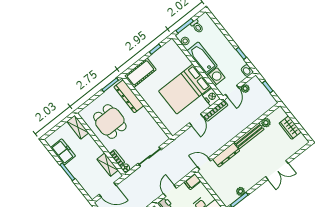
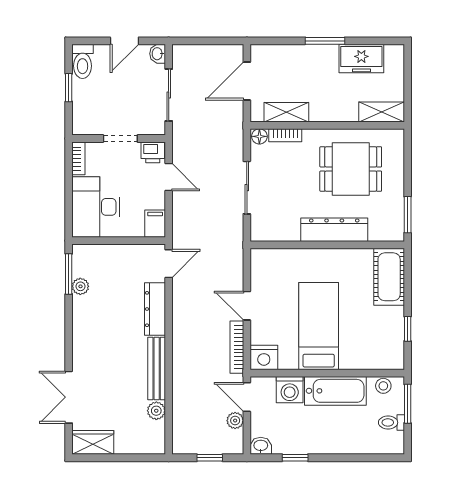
bed: (185, 89) -> (319, 326), width x0.67
dresser: (129, 96) -> (334, 230), moved
wardrobe: (290, 128) -> (93, 442), moved
double door: (277, 170) -> (69, 397), moved

